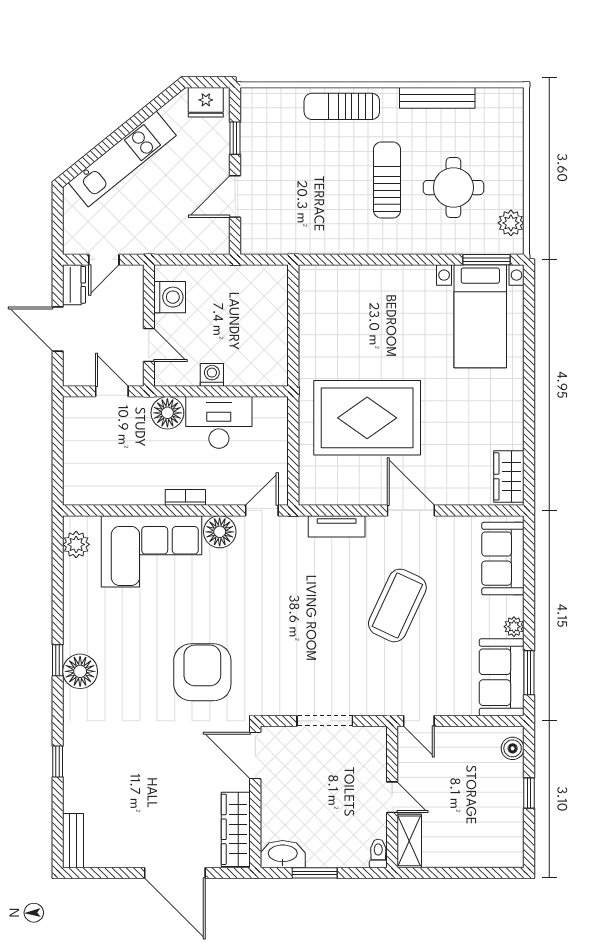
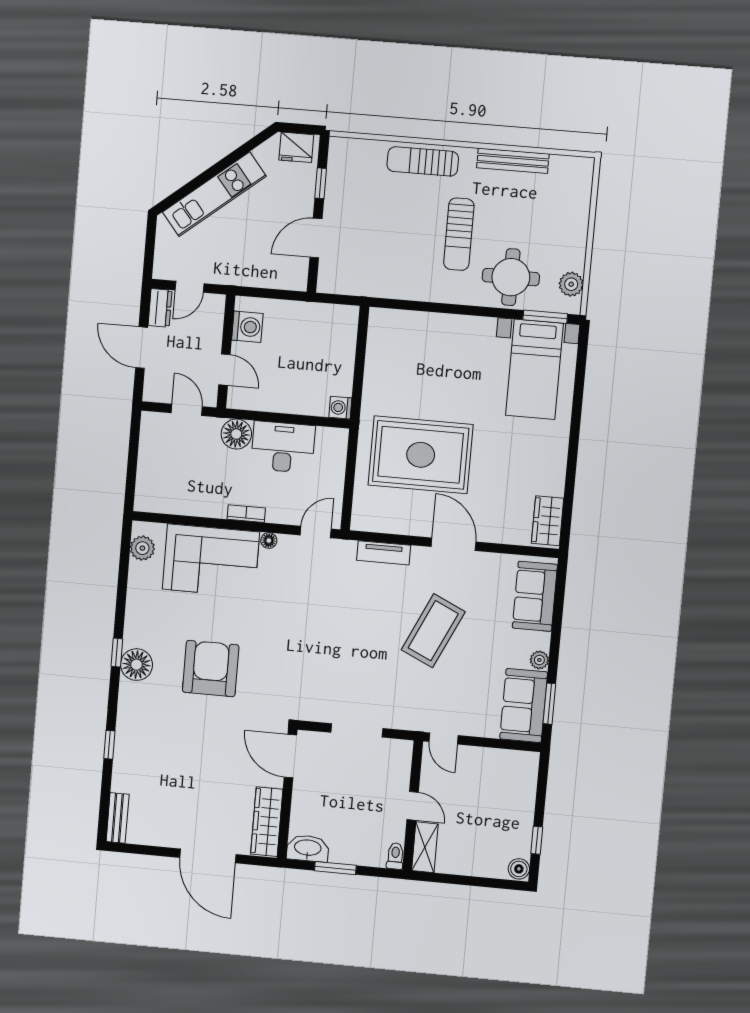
sun lounger: (387, 180) -> (459, 234), turned 180
round table: (453, 188) -> (511, 277), moved
washing machine: (212, 375) -> (340, 408), moved, turned -90
floor lamp: (220, 532) -> (269, 541), width x0.53, depth x0.53
armchair: (202, 672) -> (211, 669), moved
boiler: (513, 748) -> (519, 869), moved
window: (529, 793) -> (537, 840), moved

